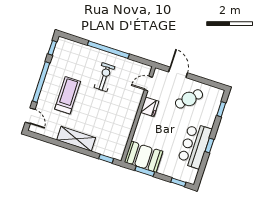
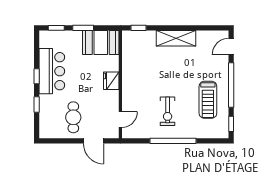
treadmill: (68, 95) -> (208, 100), moved
cafe table: (189, 99) -> (73, 117), turned -45
fridge: (150, 107) -> (111, 81), moved
window: (221, 109) -> (37, 104), moved
door: (30, 116) -> (231, 47), hinge flipped
window: (145, 171) -> (83, 28), moved

